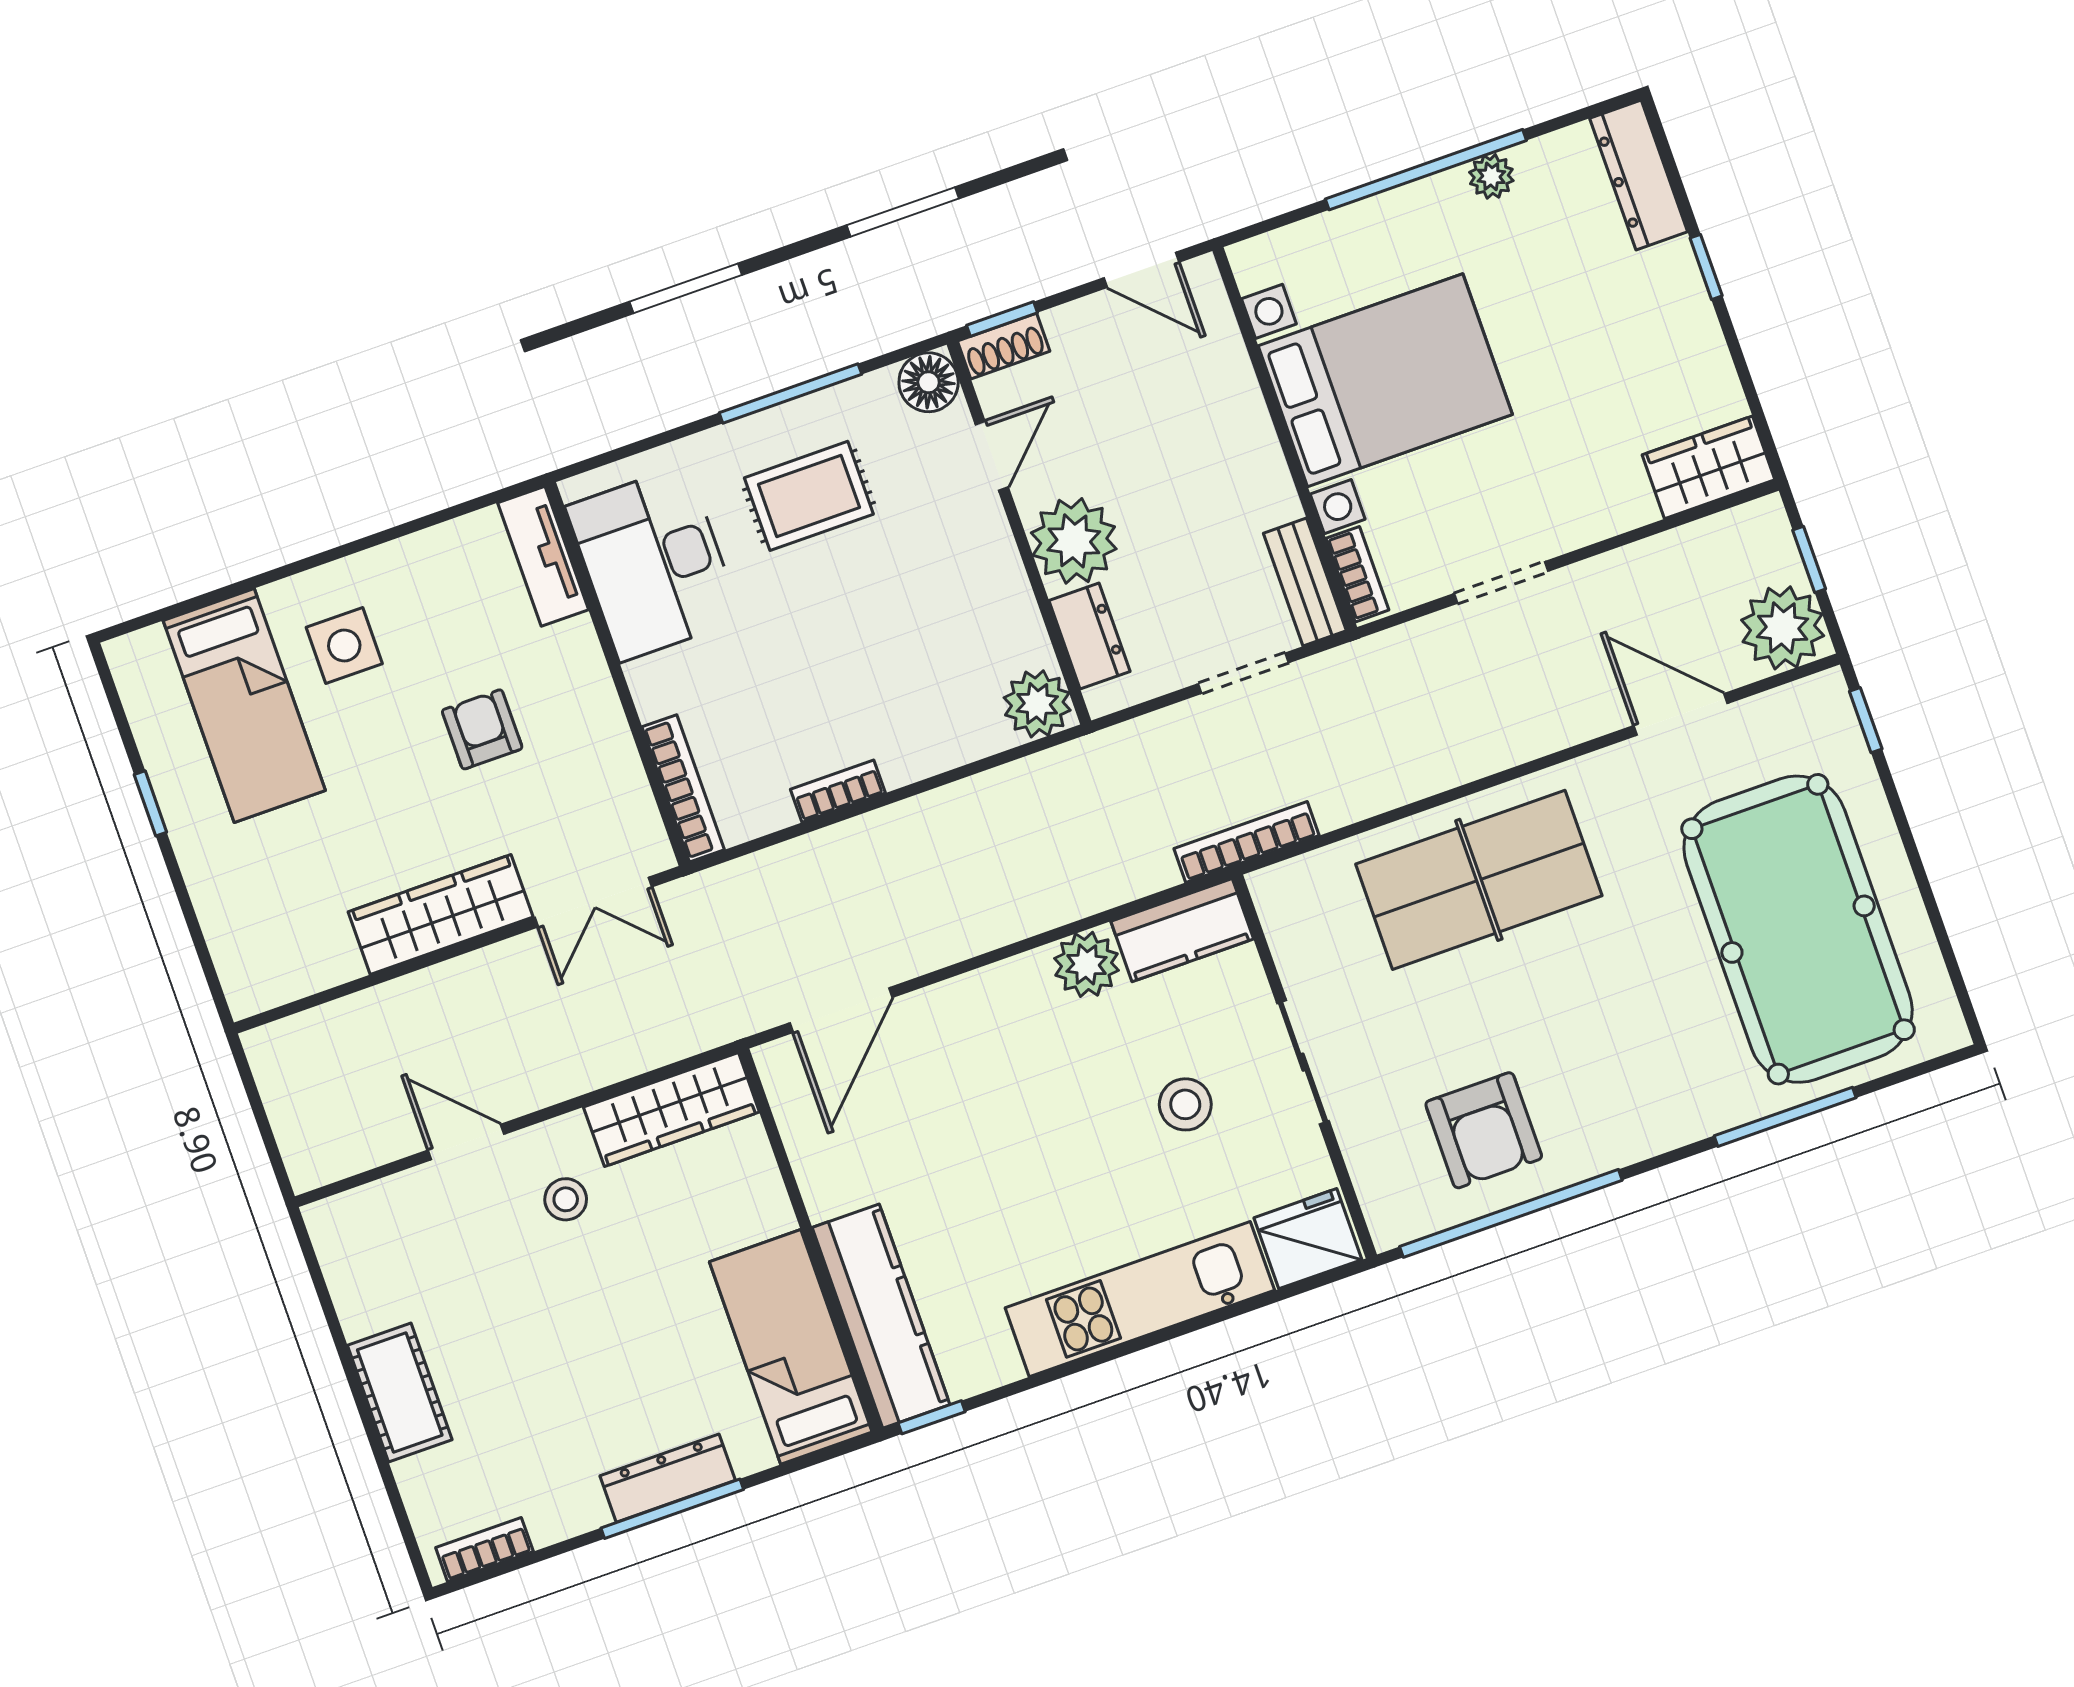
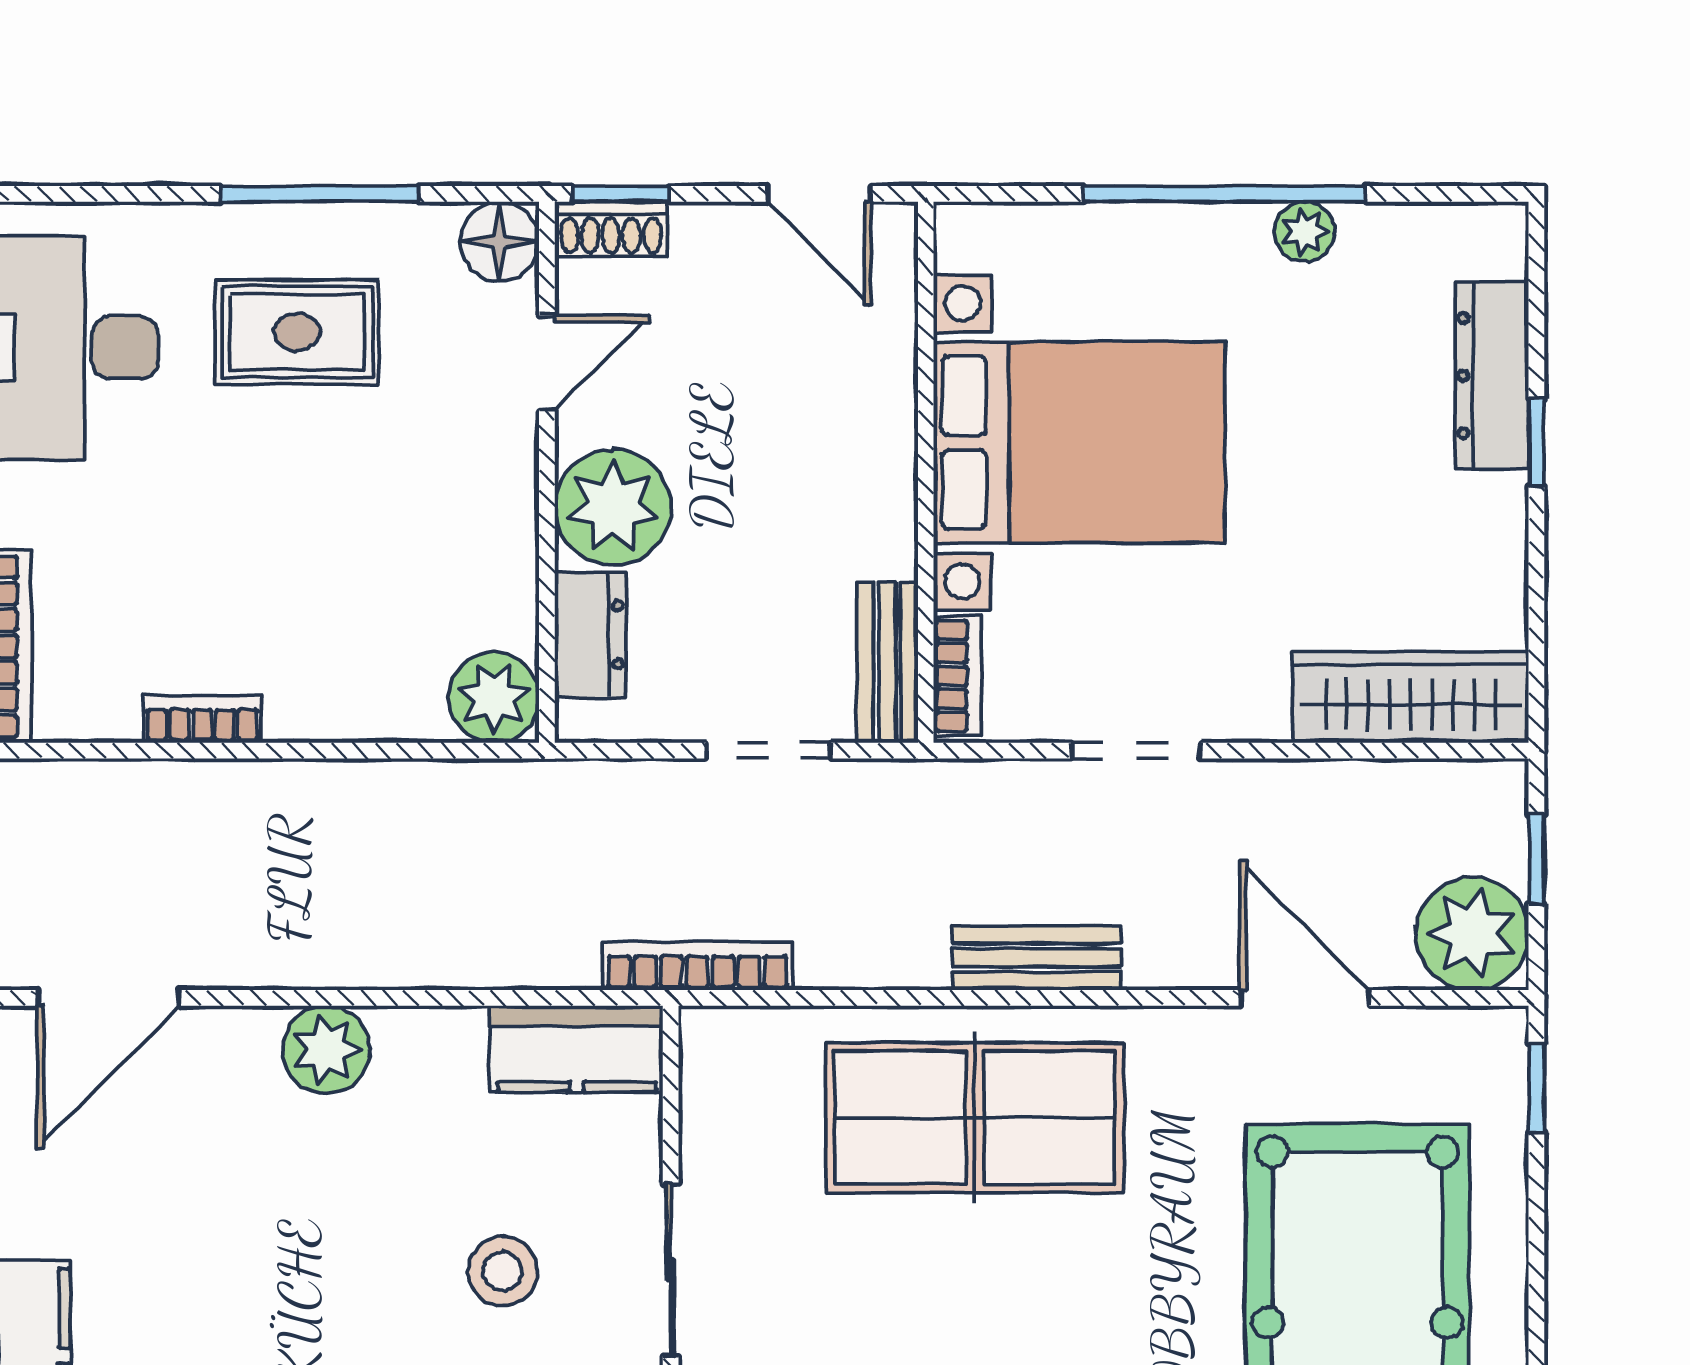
dresser: (1639, 175) -> (1492, 376), moved
wardrobe: (1708, 467) -> (1411, 697), width x1.50
bench: (1483, 752) -> (1037, 958), added
plant: (1086, 964) -> (326, 1050), moved

